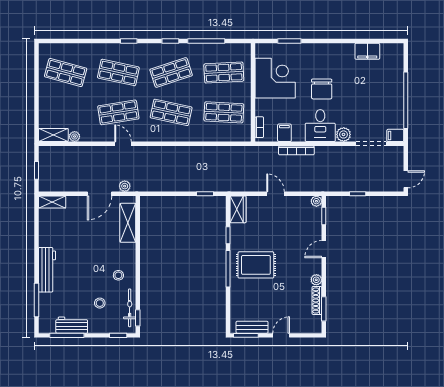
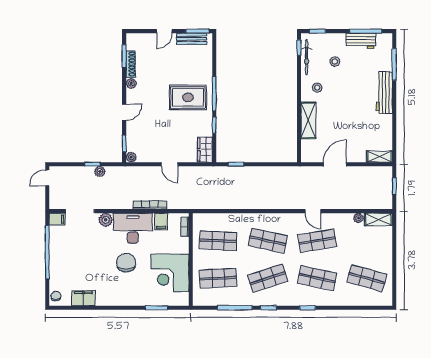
chair: (396, 53) -> (56, 296), added
desk: (320, 126) -> (133, 228), width x1.37
plant: (125, 186) -> (100, 171), moved
shelving: (128, 223) -> (308, 120), moved

